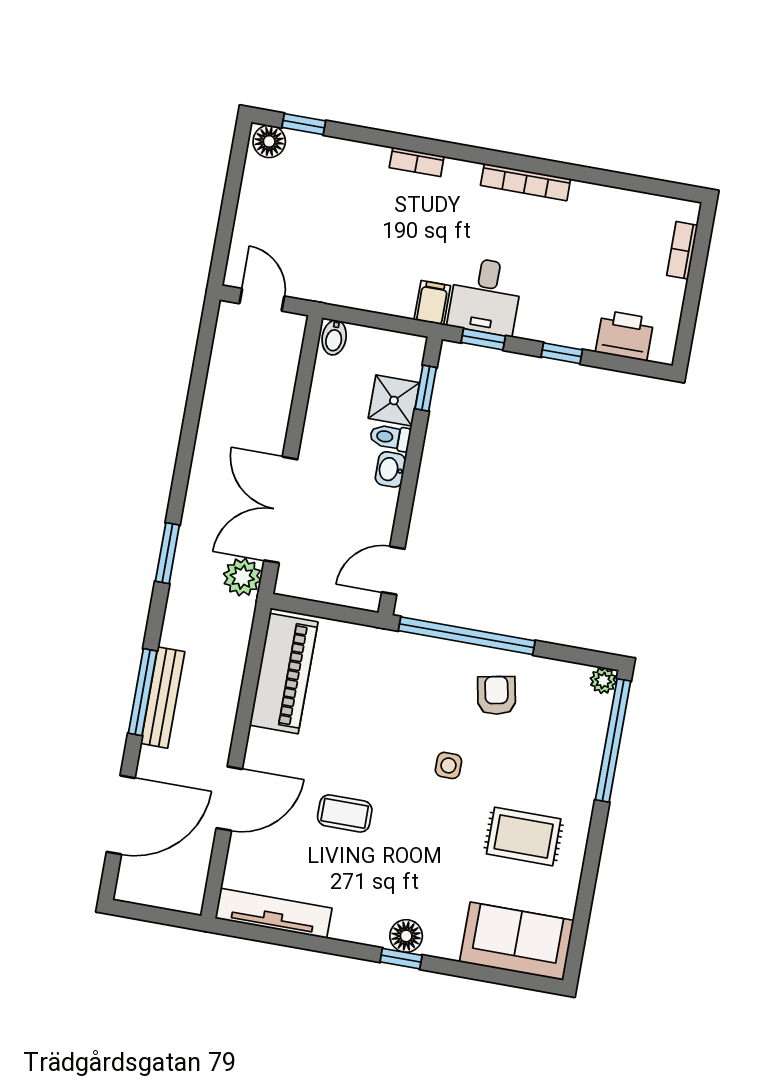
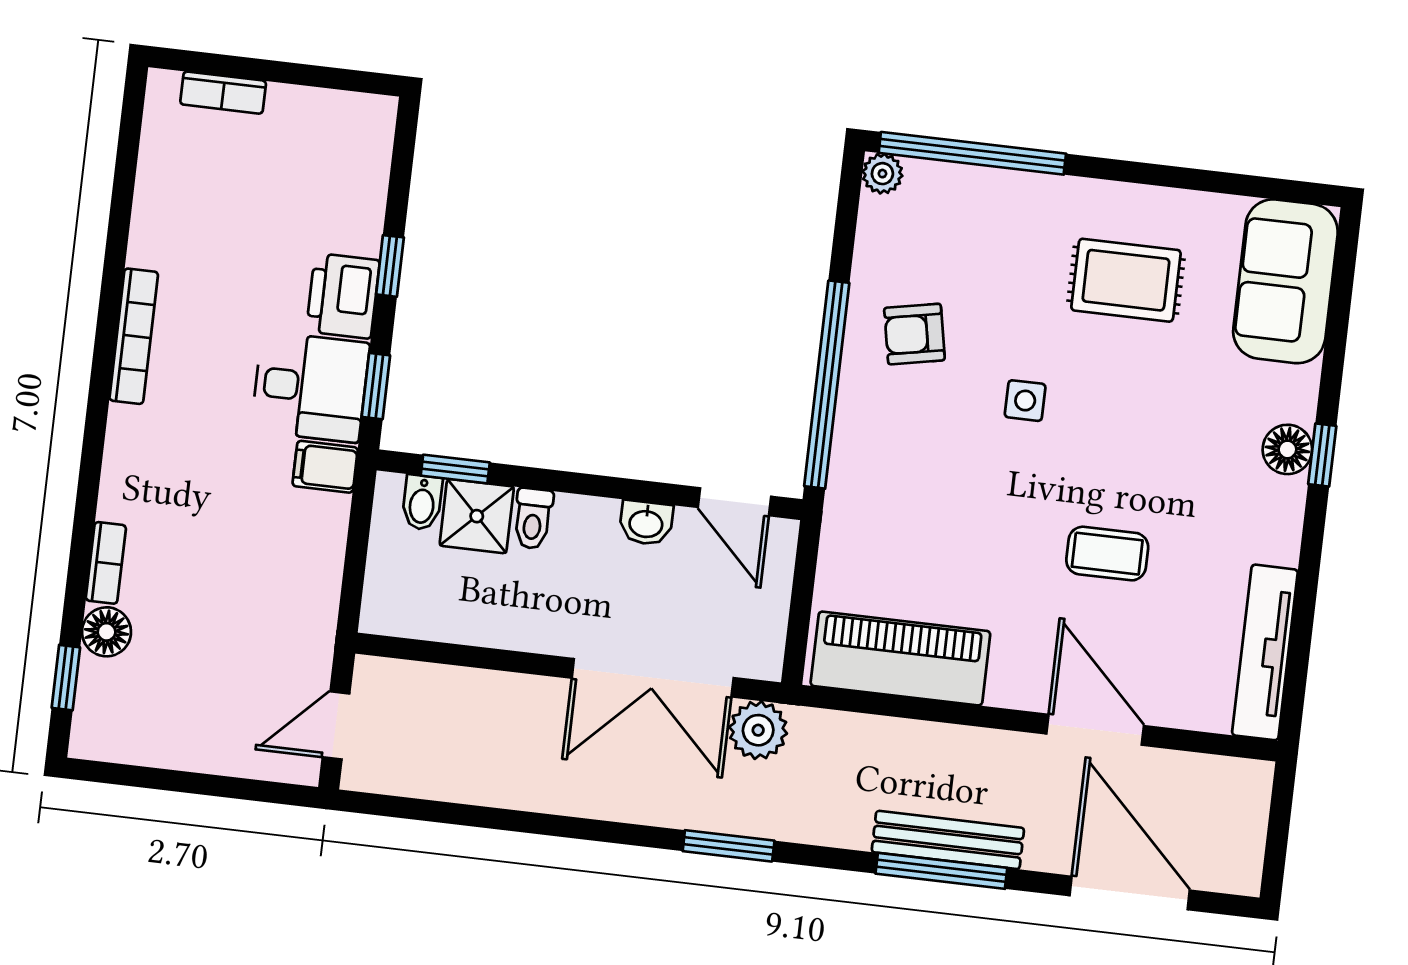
floor lamp: (269, 141) -> (107, 632), moved
bookcase: (417, 162) -> (106, 563), moved
printer: (625, 336) -> (343, 296), moved
bidet: (334, 338) -> (422, 503), moved, turned 90
washbasin: (390, 469) -> (646, 523), moved
coffee table: (345, 813) -> (1107, 554), turned 90
rug: (524, 836) -> (1126, 280), turned 90

